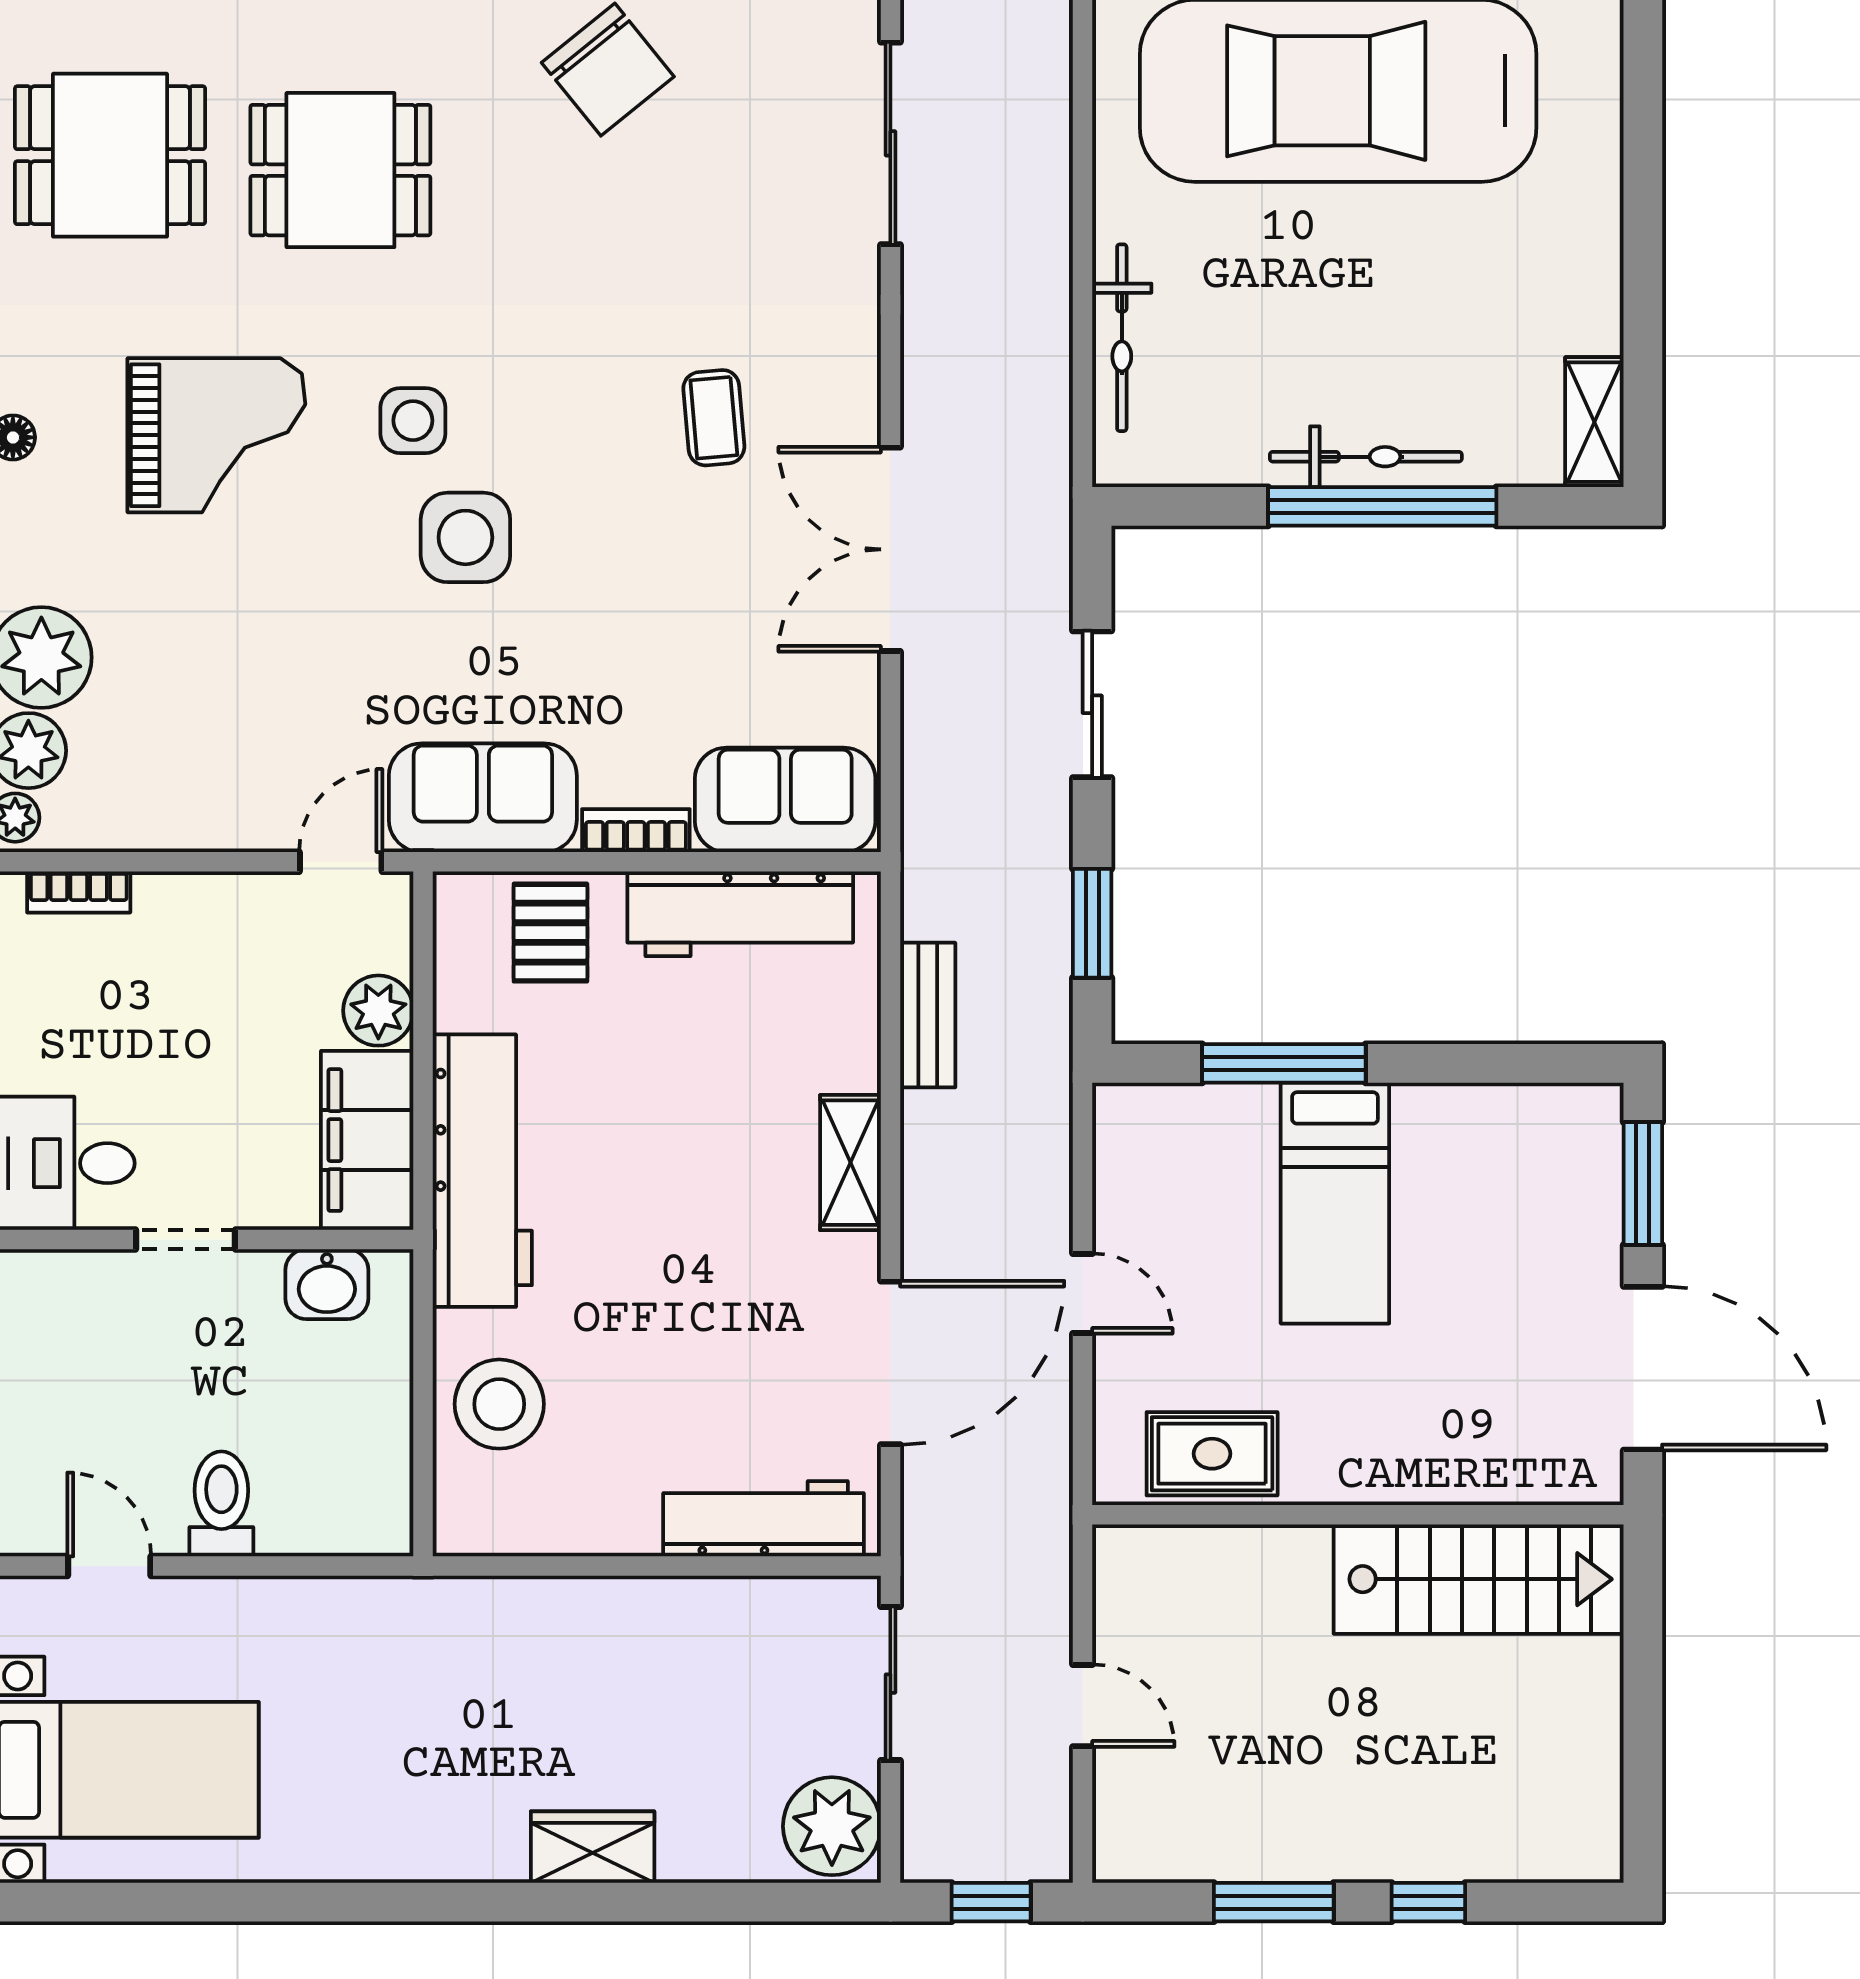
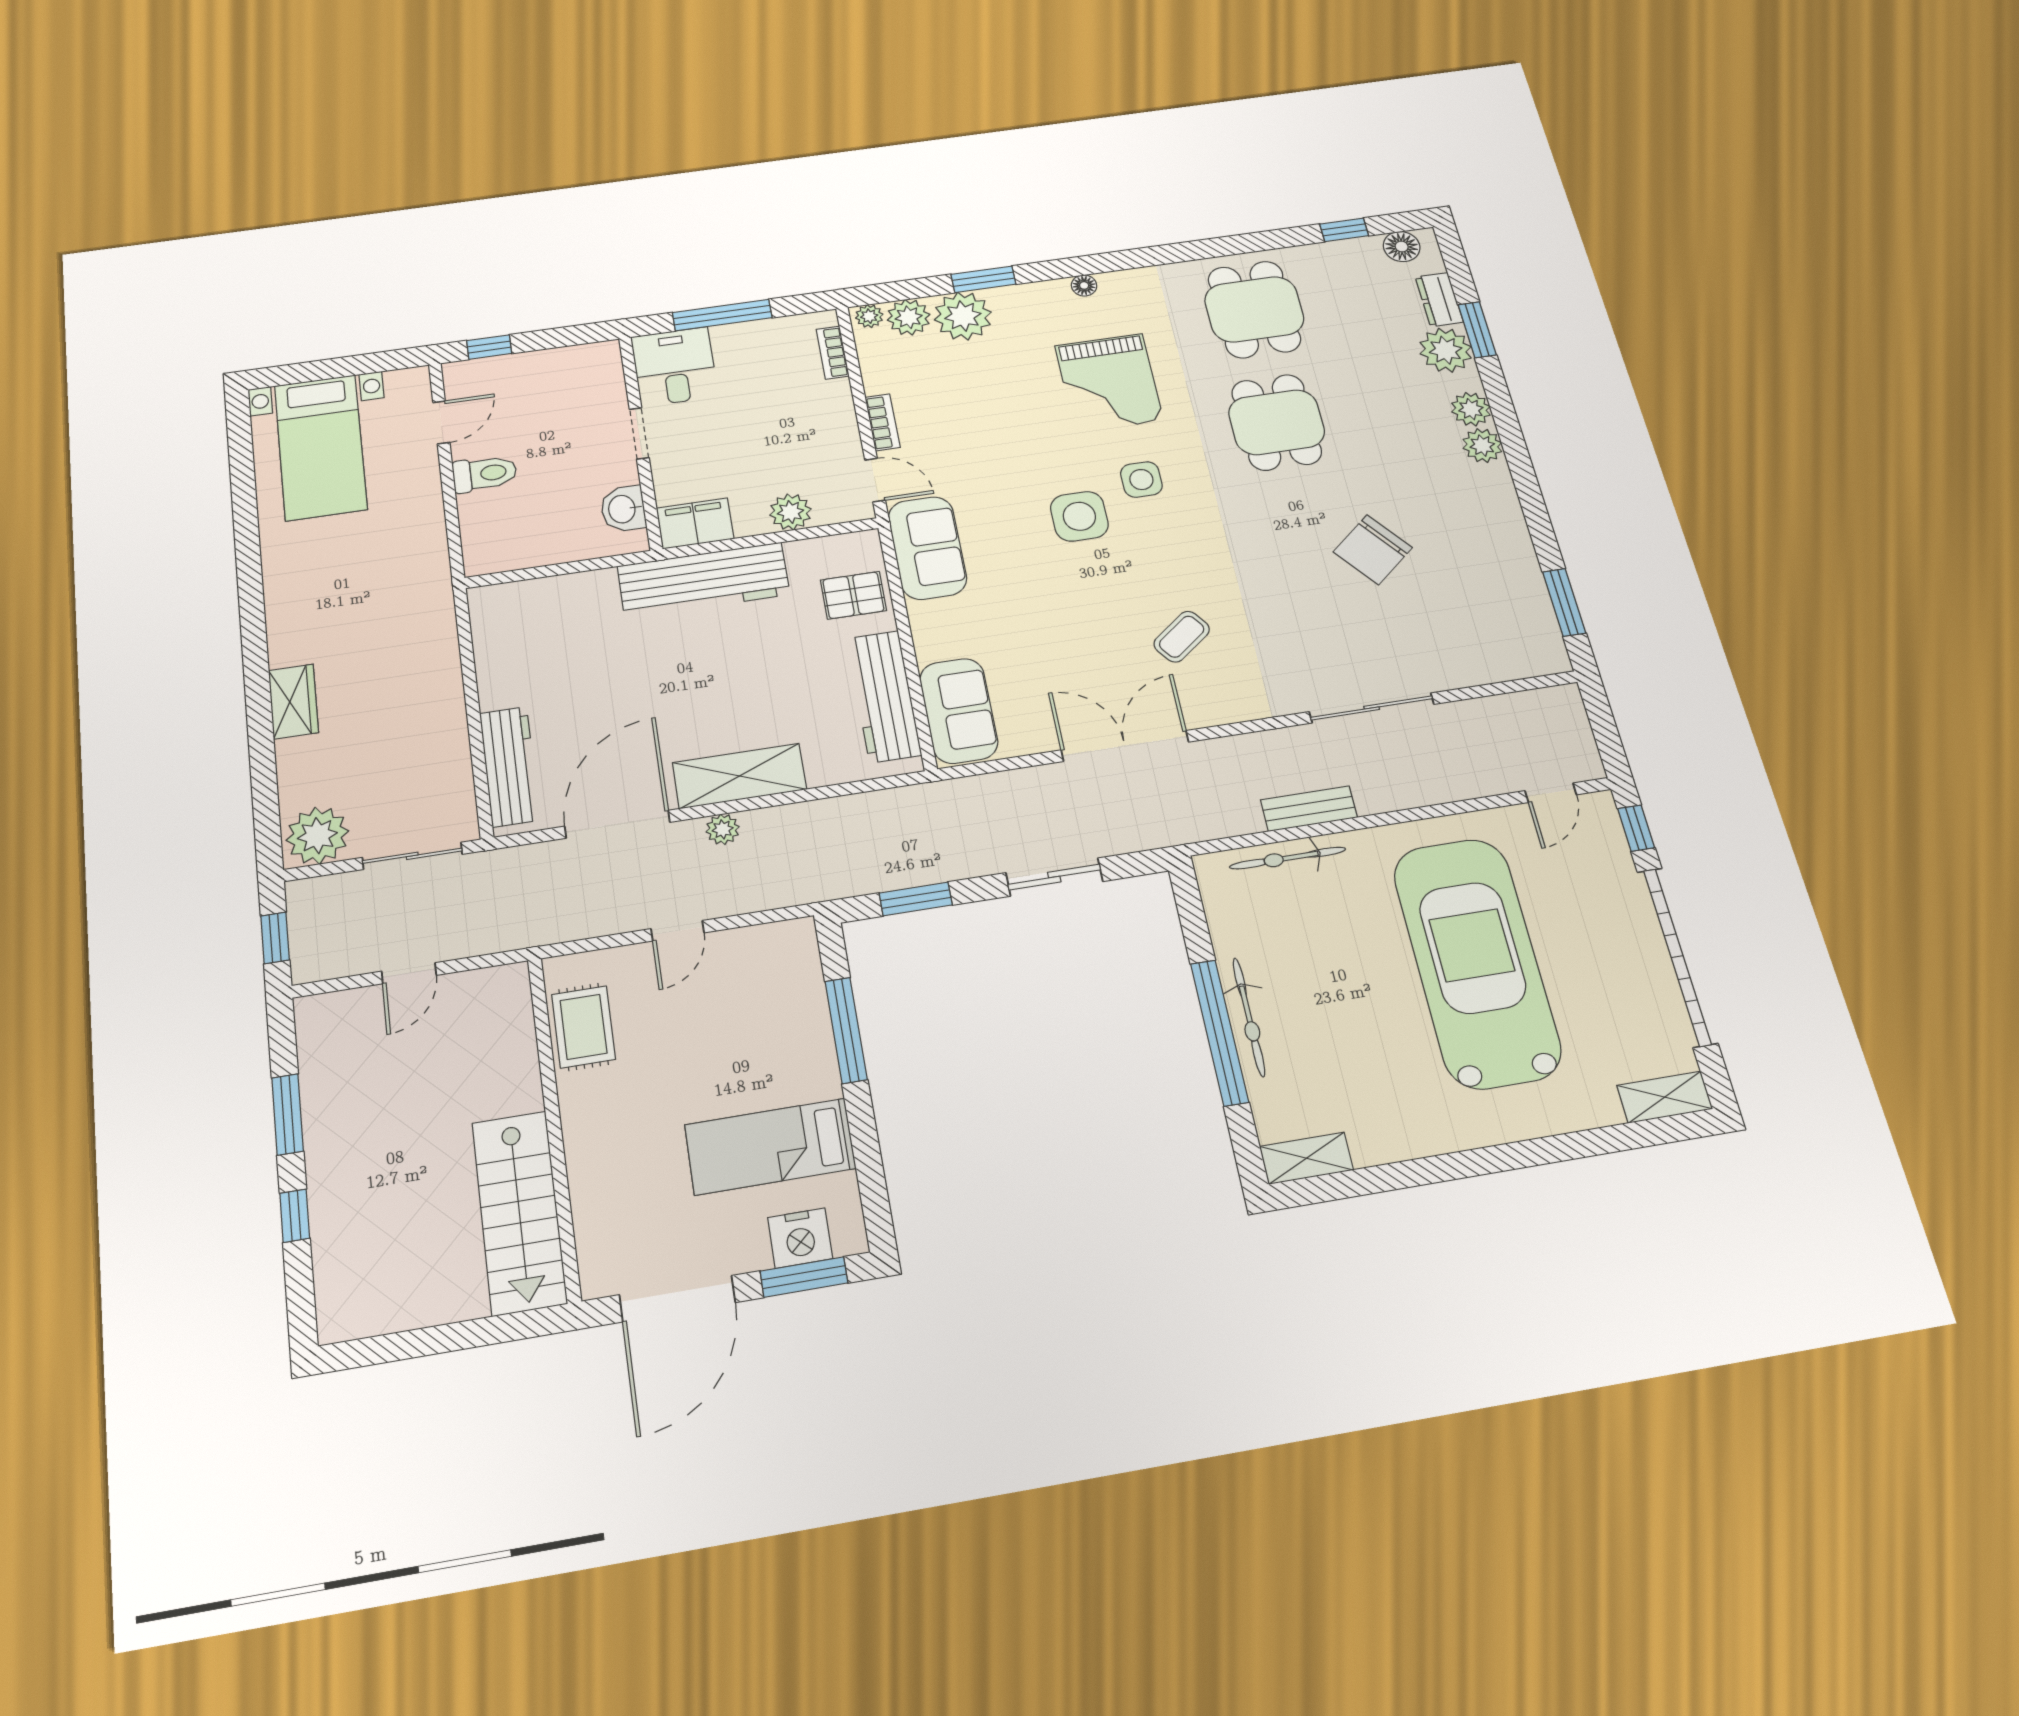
coffee table: (714, 418) -> (1182, 637), turned -32
bookcase: (636, 831) -> (882, 422), moved
bench: (928, 1015) -> (1309, 809), moved
filing cabinet: (367, 1140) -> (695, 523), width x0.67, depth x0.86
shelving: (850, 1163) -> (739, 776), width x1.50, depth x1.33
nightstand: (1586, 1180) -> (800, 1238), added
plant: (927, 1202) -> (723, 829), added
bed: (1335, 1203) -> (770, 1147), moved
door: (890, 1363) -> (617, 824), swing flipped
stool: (499, 1404) -> (563, 610), removed

